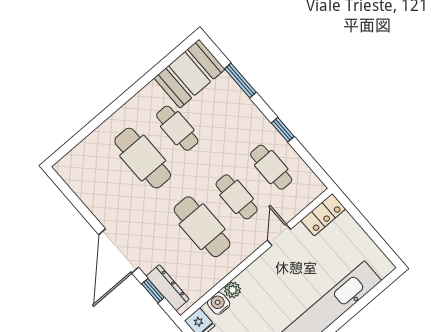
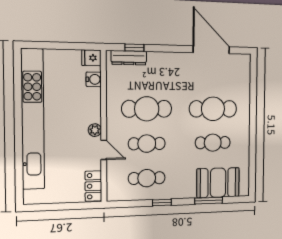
booth: (190, 74) -> (218, 183), moved, turned 90
door: (119, 251) -> (211, 50), moved
plant: (233, 290) -> (95, 130), moved

